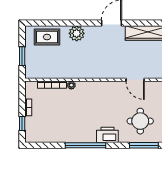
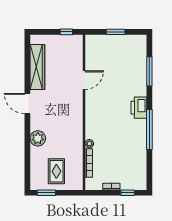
rug: (47, 37) -> (56, 171), moved
window: (22, 56) -> (46, 193), moved
round table: (140, 121) -> (125, 75), removed

